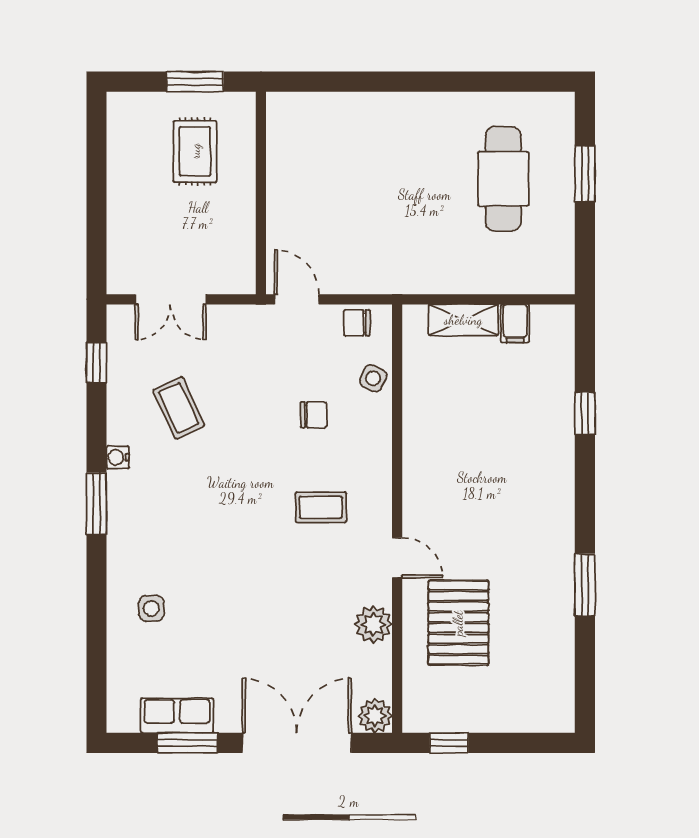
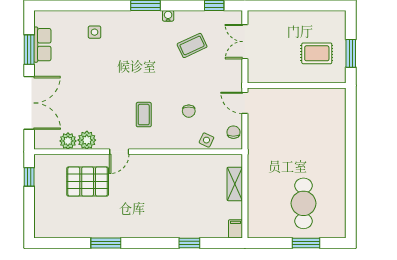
cafe table: (503, 179) -> (303, 203), turned 90
door: (297, 299) -> (245, 103), swing flipped
filing cabinet: (515, 323) -> (235, 229), moved, turned 90
plant: (375, 716) -> (68, 141), moved

